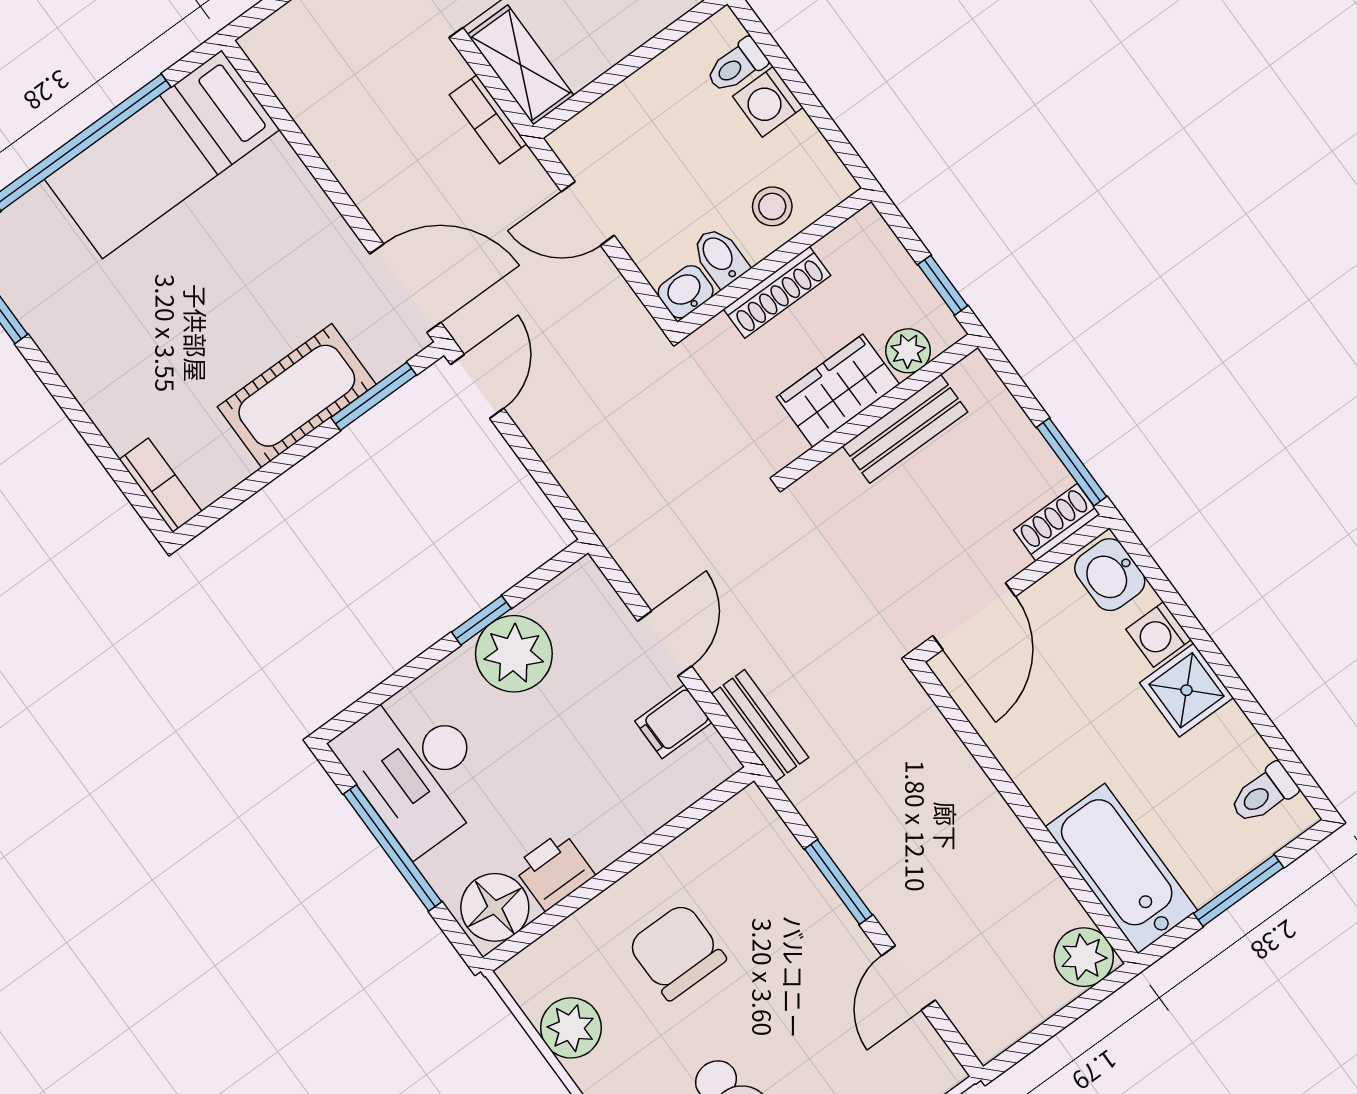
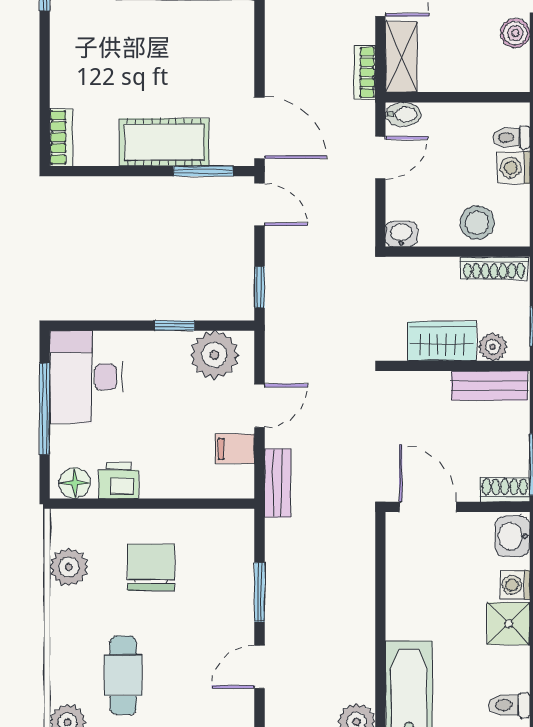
stool: (772, 206) -> (477, 223), width x1.37, depth x1.37
door: (588, 213) -> (380, 158), swing flipped
bidet: (720, 257) -> (403, 114), moved, turned 90
shoe rack: (777, 292) -> (494, 268), moved
door: (477, 386) -> (259, 205), hinge flipped
bench: (905, 429) -> (489, 386), moved
window: (554, 492) -> (259, 287), added
door: (974, 616) -> (428, 507), swing flipped
plant: (514, 654) -> (214, 355), moved
floor lamp: (495, 907) -> (75, 483), width x0.73, depth x0.73

